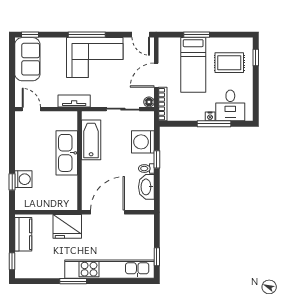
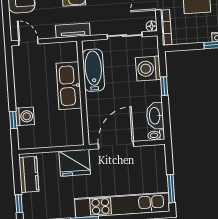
toilet: (146, 169) -> (156, 135), moved
window: (157, 257) -> (171, 189), width x1.50

